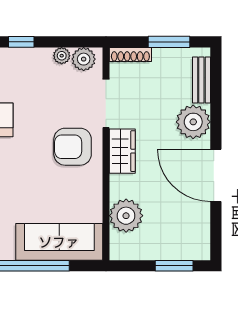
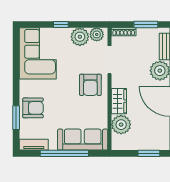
plant: (62, 56) -> (80, 37), width x1.87, depth x1.87
armchair: (73, 147) -> (90, 85), turned -90
wardrobe: (122, 151) -> (119, 101), moved

